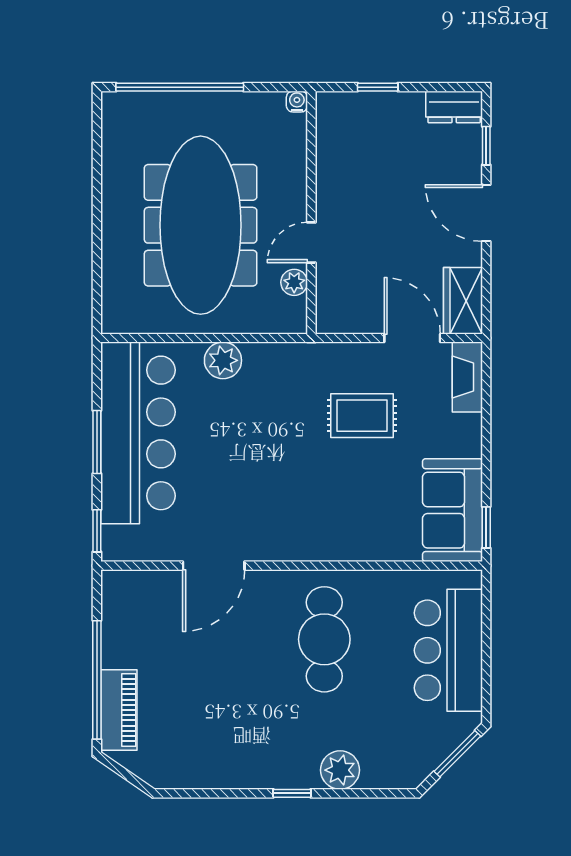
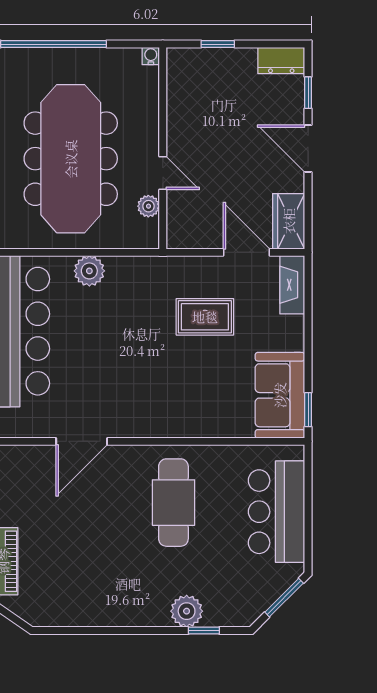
door: (311, 242) -> (163, 173), swing flipped
window: (292, 793) -> (204, 630), moved

